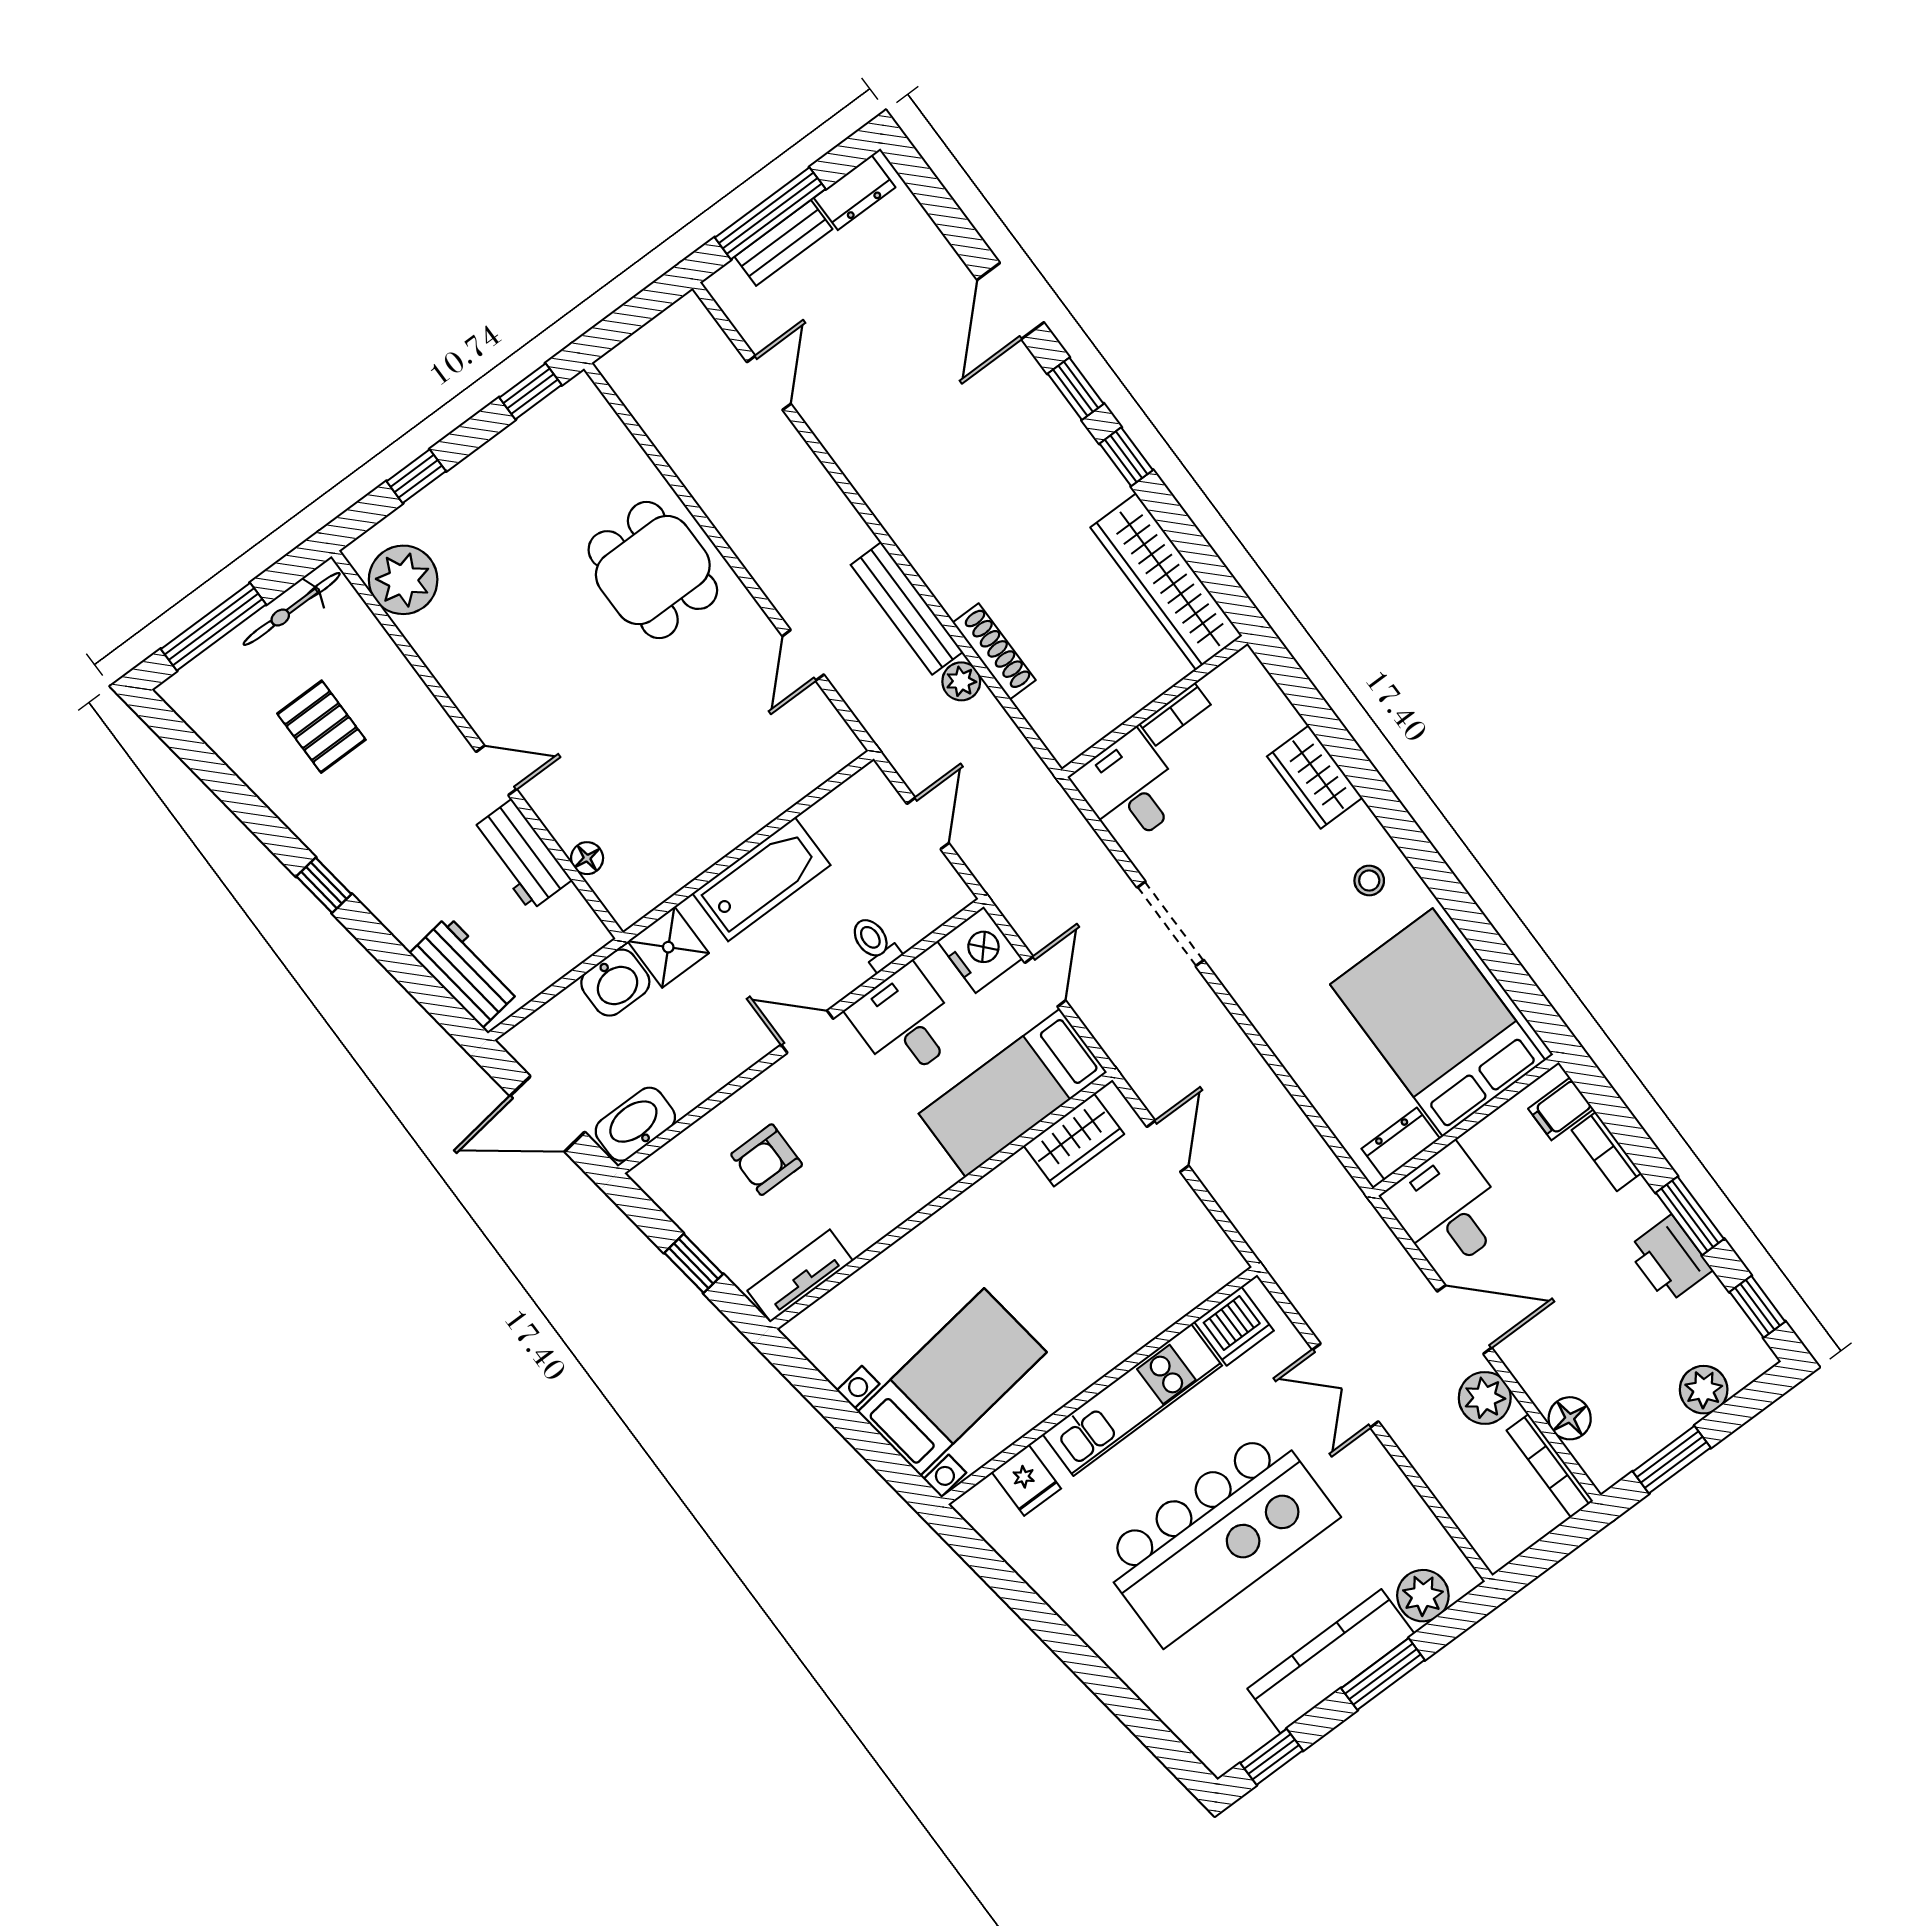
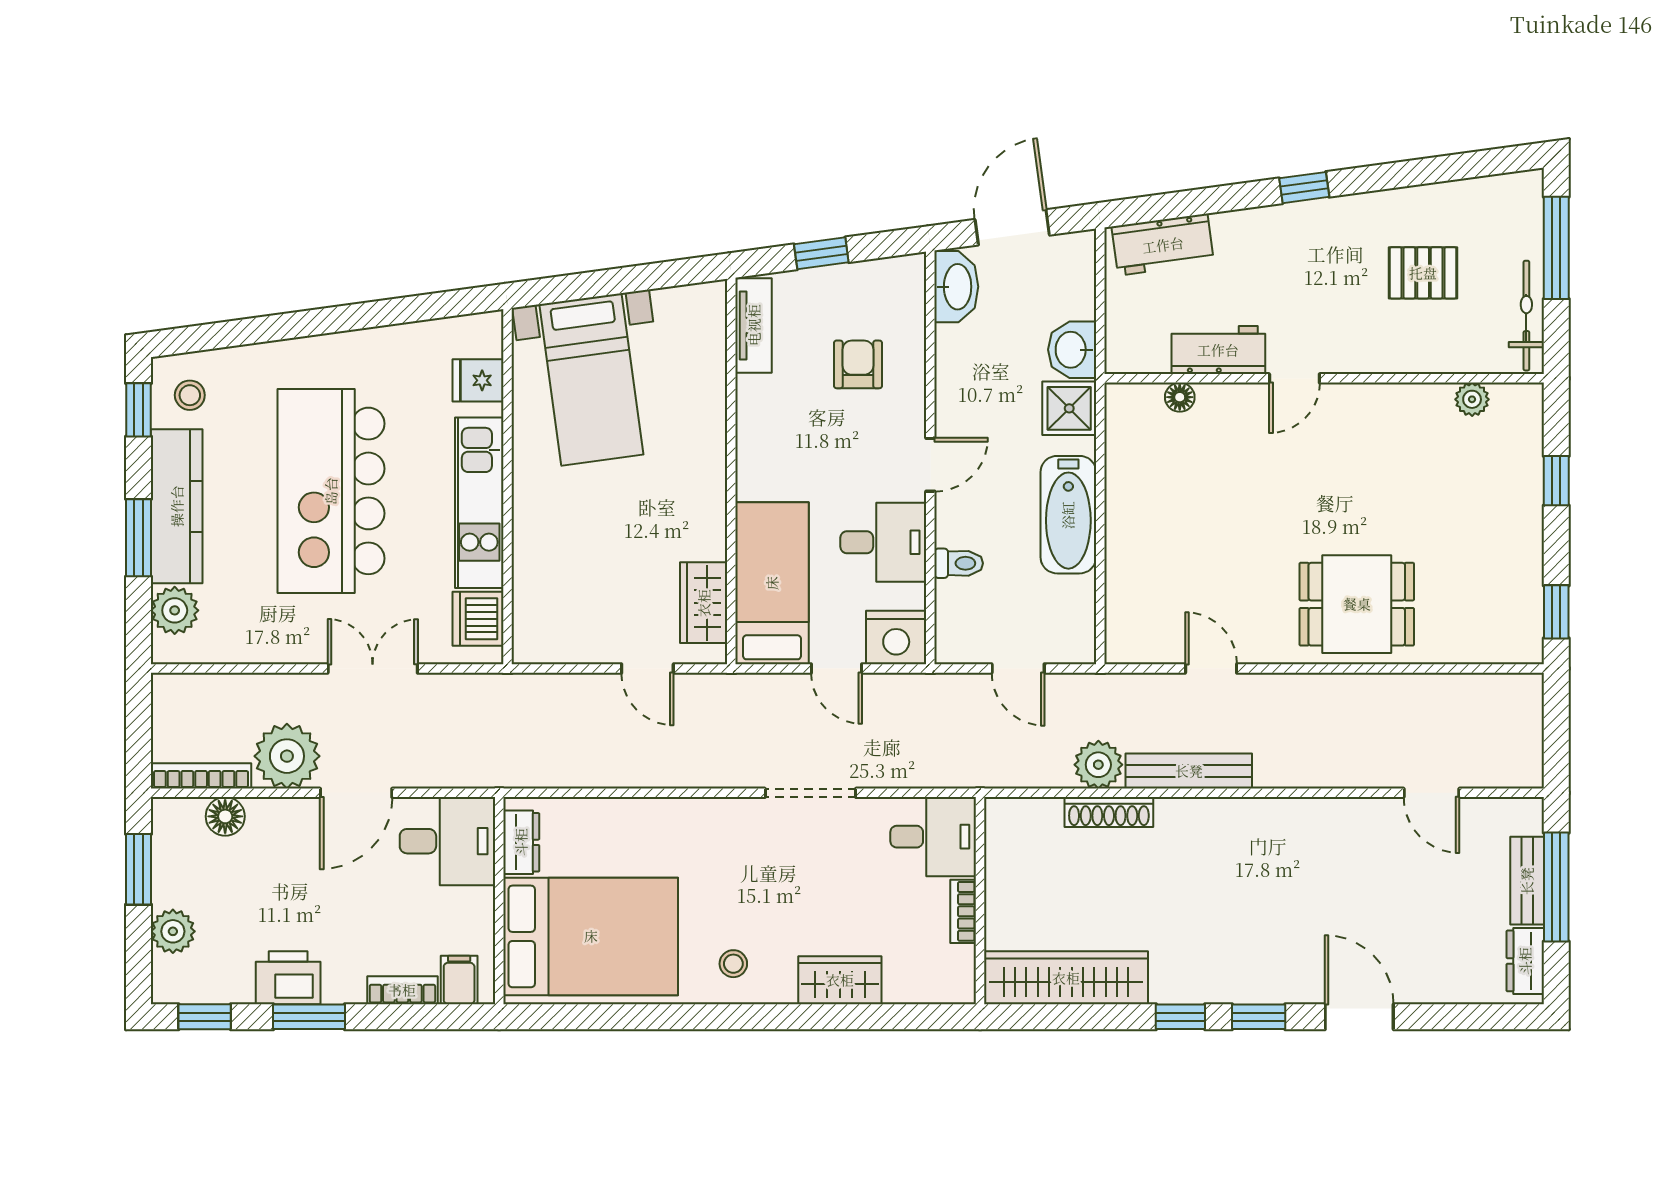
plant: (403, 580) -> (1472, 399), width x0.53, depth x0.53
plant: (961, 681) -> (1098, 765), width x1.38, depth x1.38
plant: (1485, 1398) -> (287, 756), width x1.36, depth x1.36
stool: (1226, 1722) -> (190, 395), added

